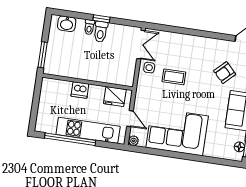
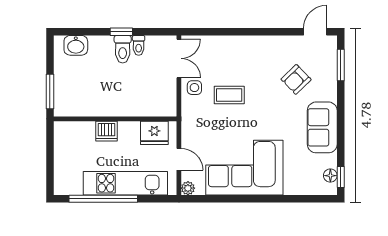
toilet: (89, 27) -> (139, 45), moved

